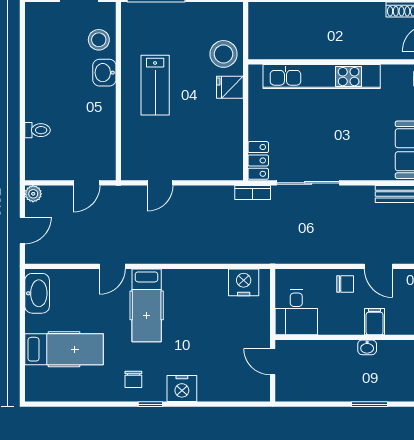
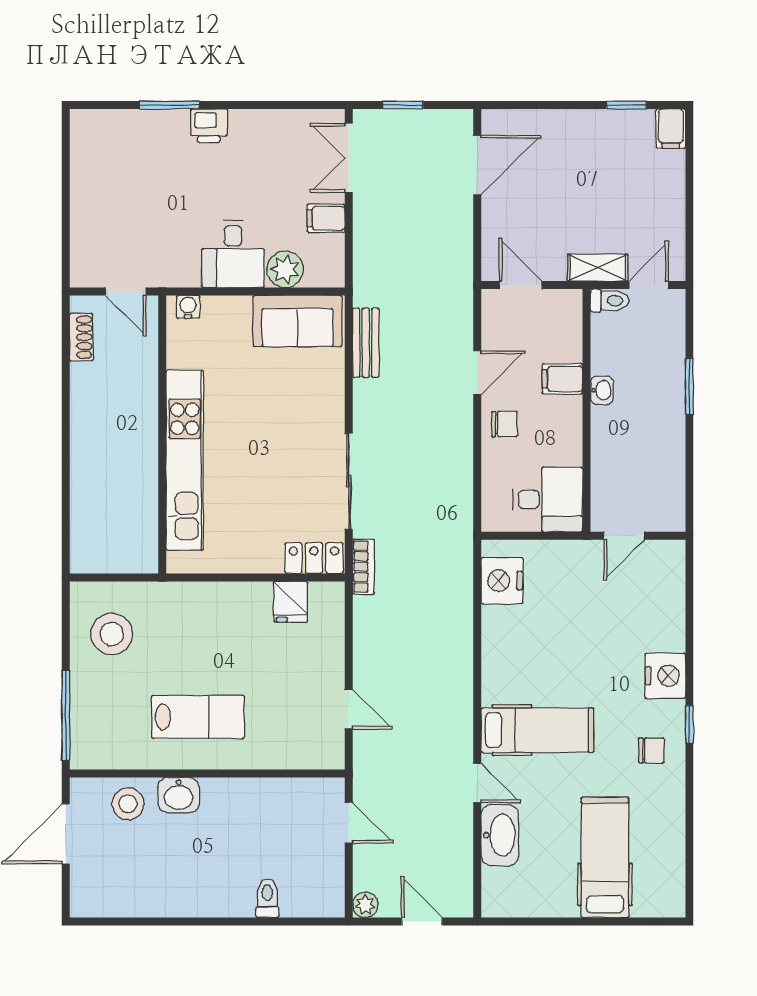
stool: (224, 54) -> (112, 634), moved
fridge: (230, 87) -> (291, 602), moved
chair: (345, 284) -> (504, 424), turned 90
washbasin: (37, 293) -> (500, 835), moved, turned 90

